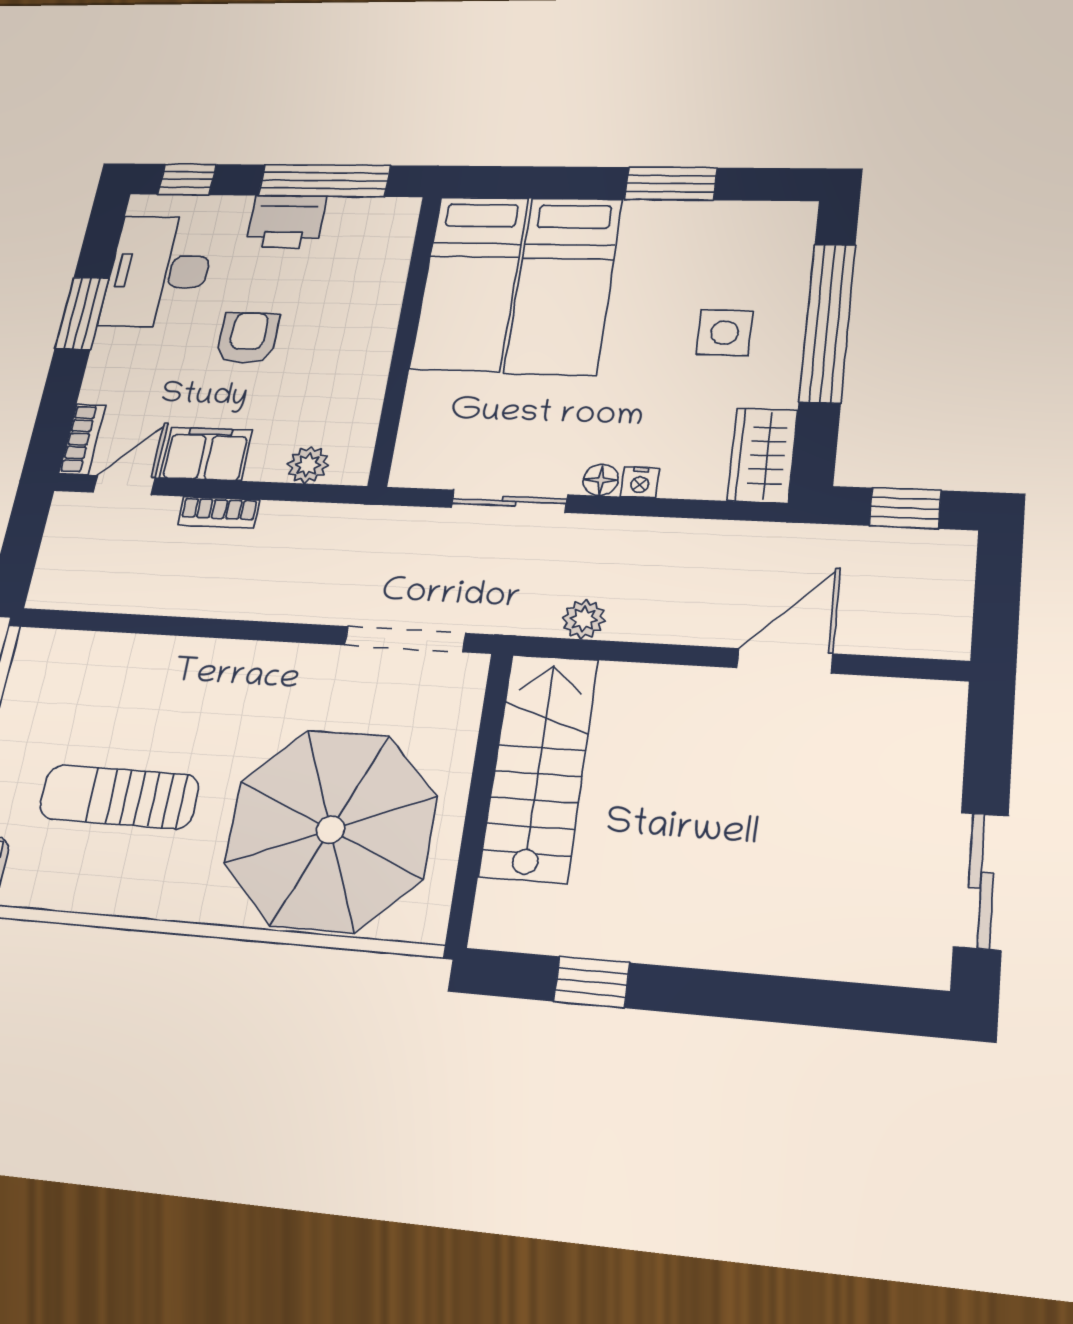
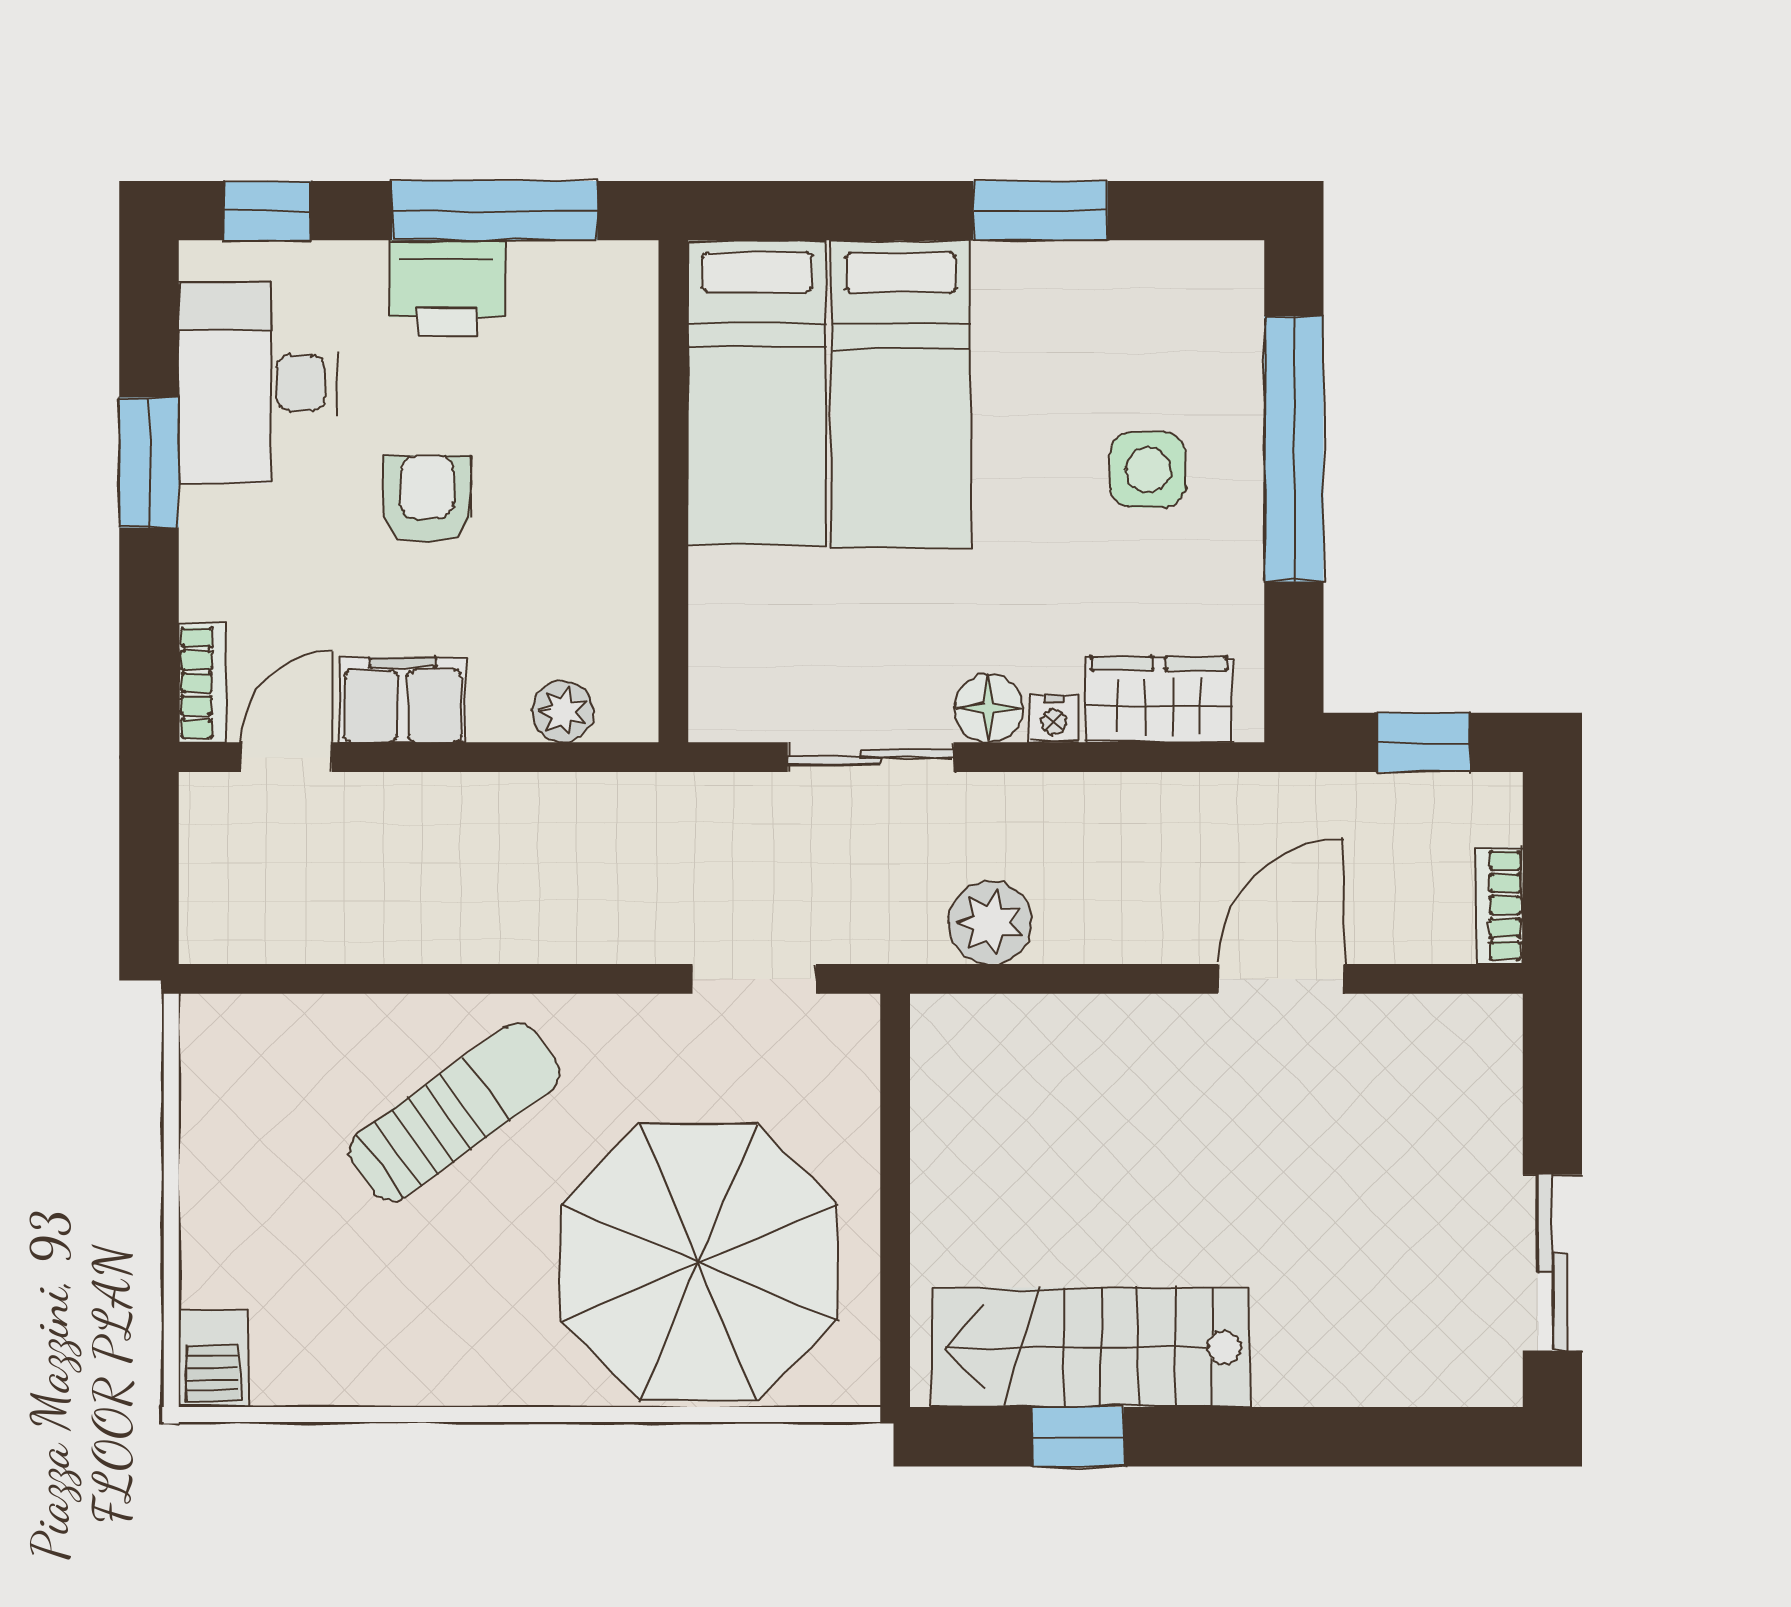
wardrobe: (762, 455) -> (1159, 700), moved, turned 90
floor lamp: (601, 480) -> (989, 708), width x1.37, depth x1.37
bookcase: (219, 512) -> (1499, 906), moved, turned 90
plant: (584, 619) -> (990, 923), width x1.38, depth x1.38
doorway: (405, 639) -> (754, 979), width x0.73
stairs: (539, 767) -> (1091, 1347), moved, turned -90
sun lounger: (119, 797) -> (455, 1112), moved, turned 144

